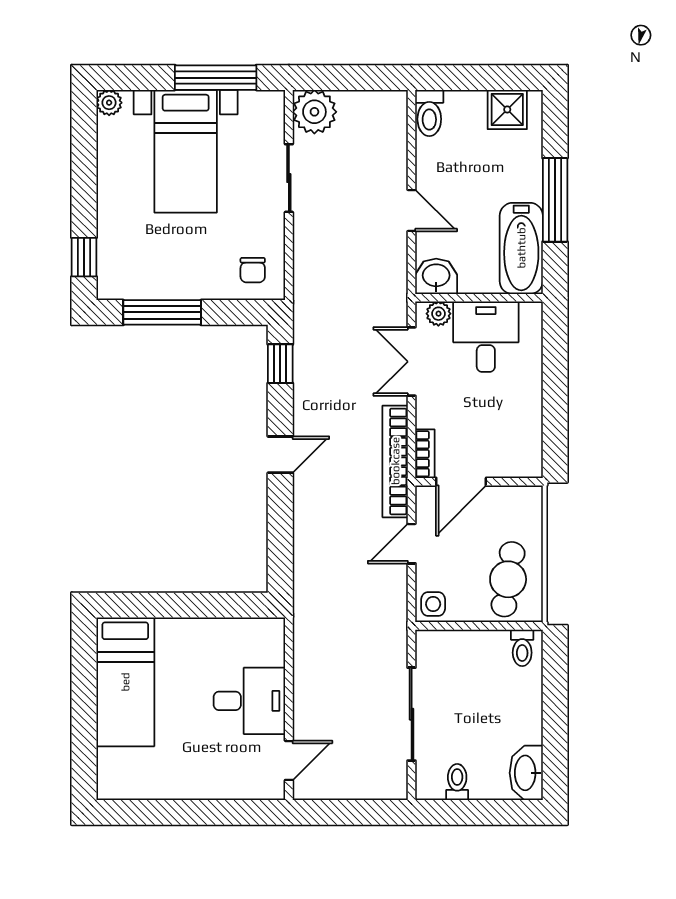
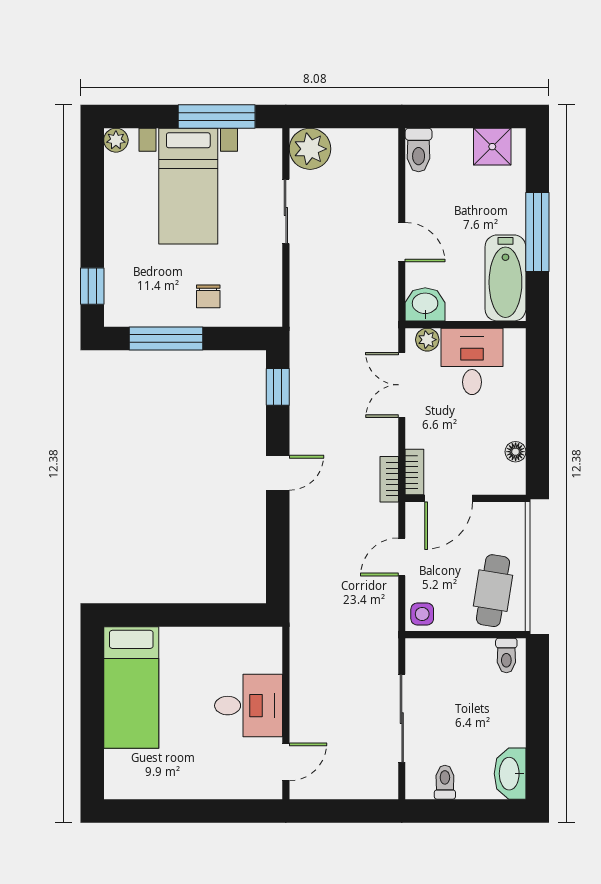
chair: (253, 270) -> (208, 296), moved
floor lamp: (532, 432) -> (516, 452), added
bookcase: (395, 461) -> (389, 479), width x0.43, depth x0.76

